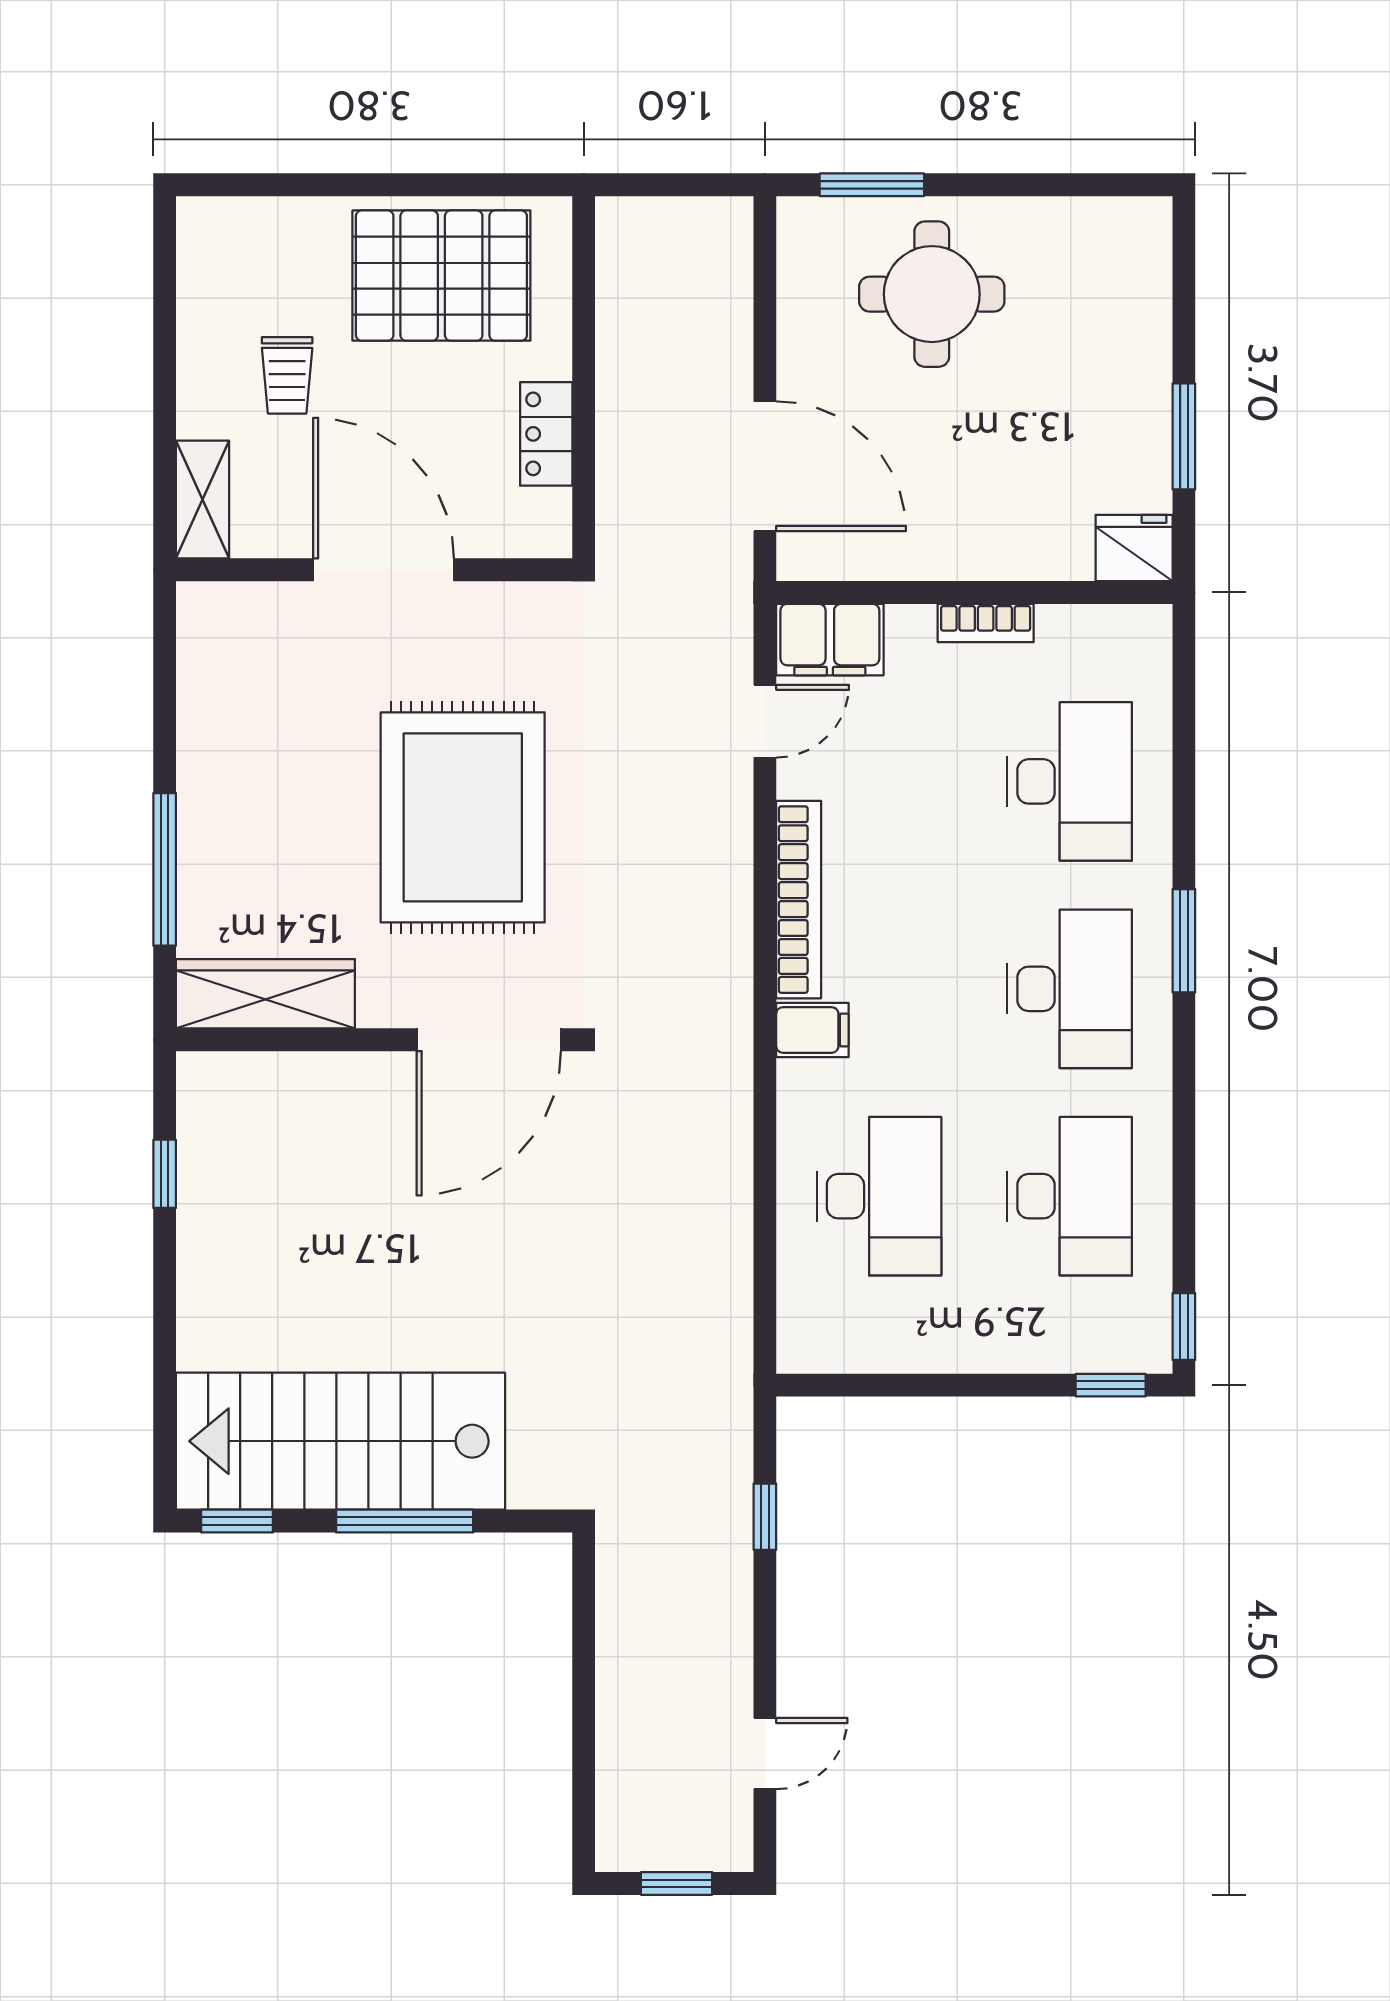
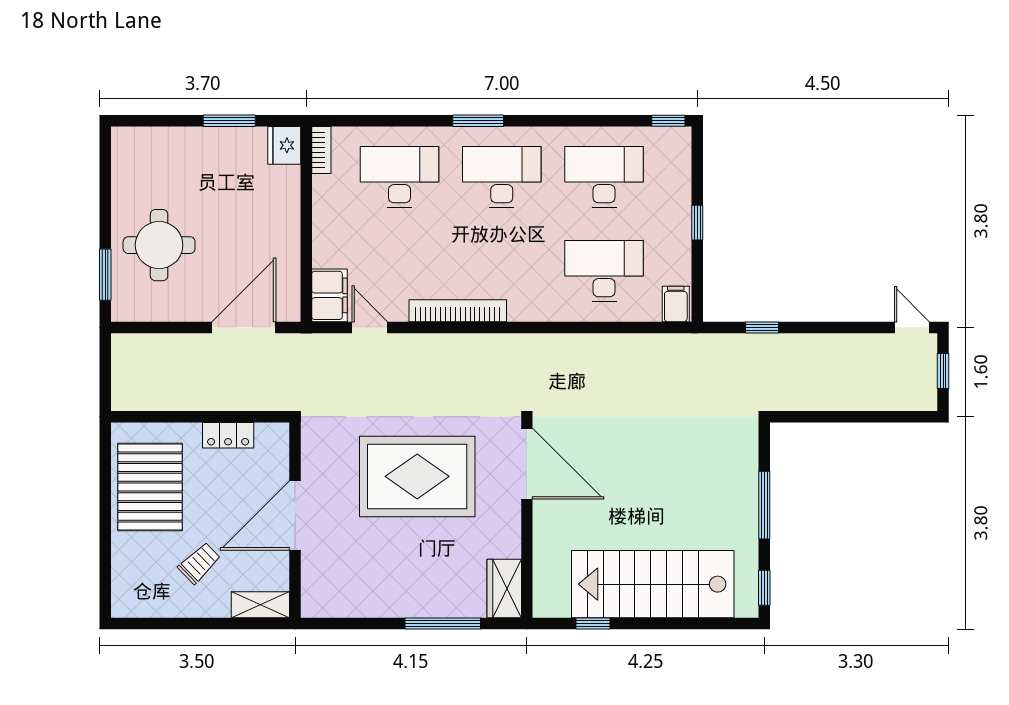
trolley: (287, 375) -> (199, 563), turned -44
bookcase: (986, 623) -> (321, 150), moved
wardrobe: (265, 994) -> (504, 588), width x0.67
filing cabinet: (812, 1030) -> (676, 304), moved
window: (1111, 1385) -> (697, 223), moved
stairs: (340, 1441) -> (653, 584), moved, turned 90
door: (765, 1754) -> (912, 327), moved

